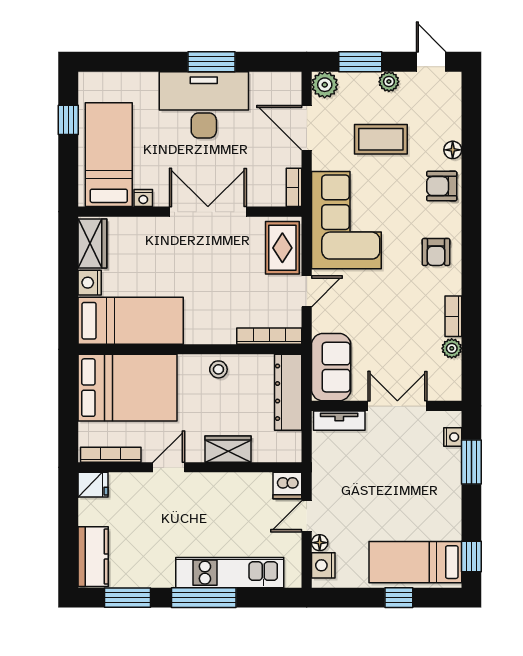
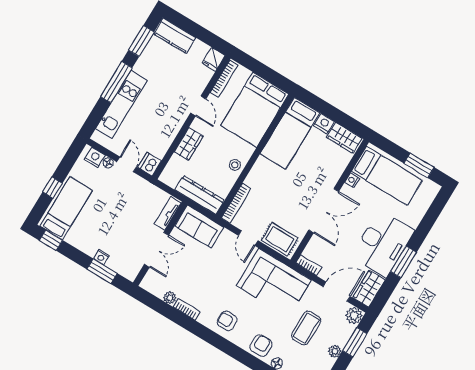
wardrobe: (276, 86) -> (369, 289), added
window: (68, 120) -> (419, 165), width x1.50
nightstand: (453, 437) -> (101, 257), moved

